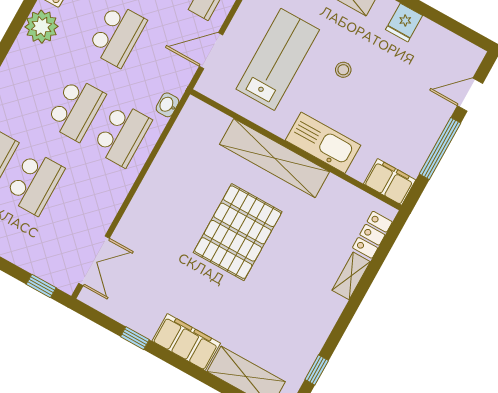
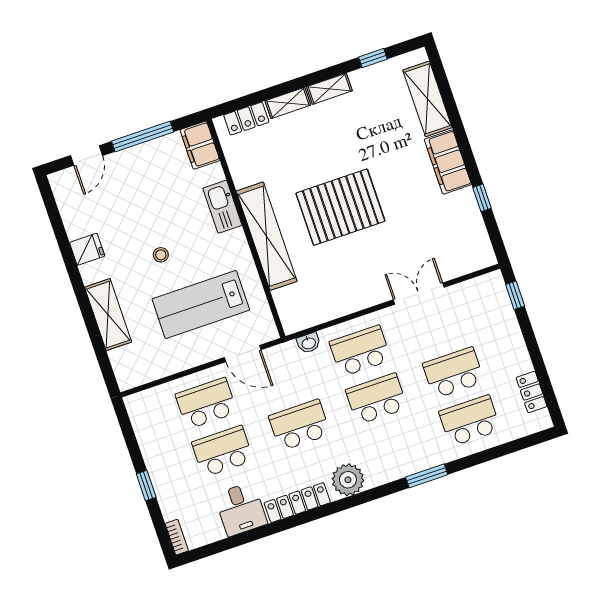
door: (470, 95) -> (87, 156), hinge flipped
kitchen sink: (323, 143) -> (222, 207), width x0.73, depth x0.81
double door: (94, 261) -> (419, 294), moved
shelving: (329, 316) -> (329, 89), added

